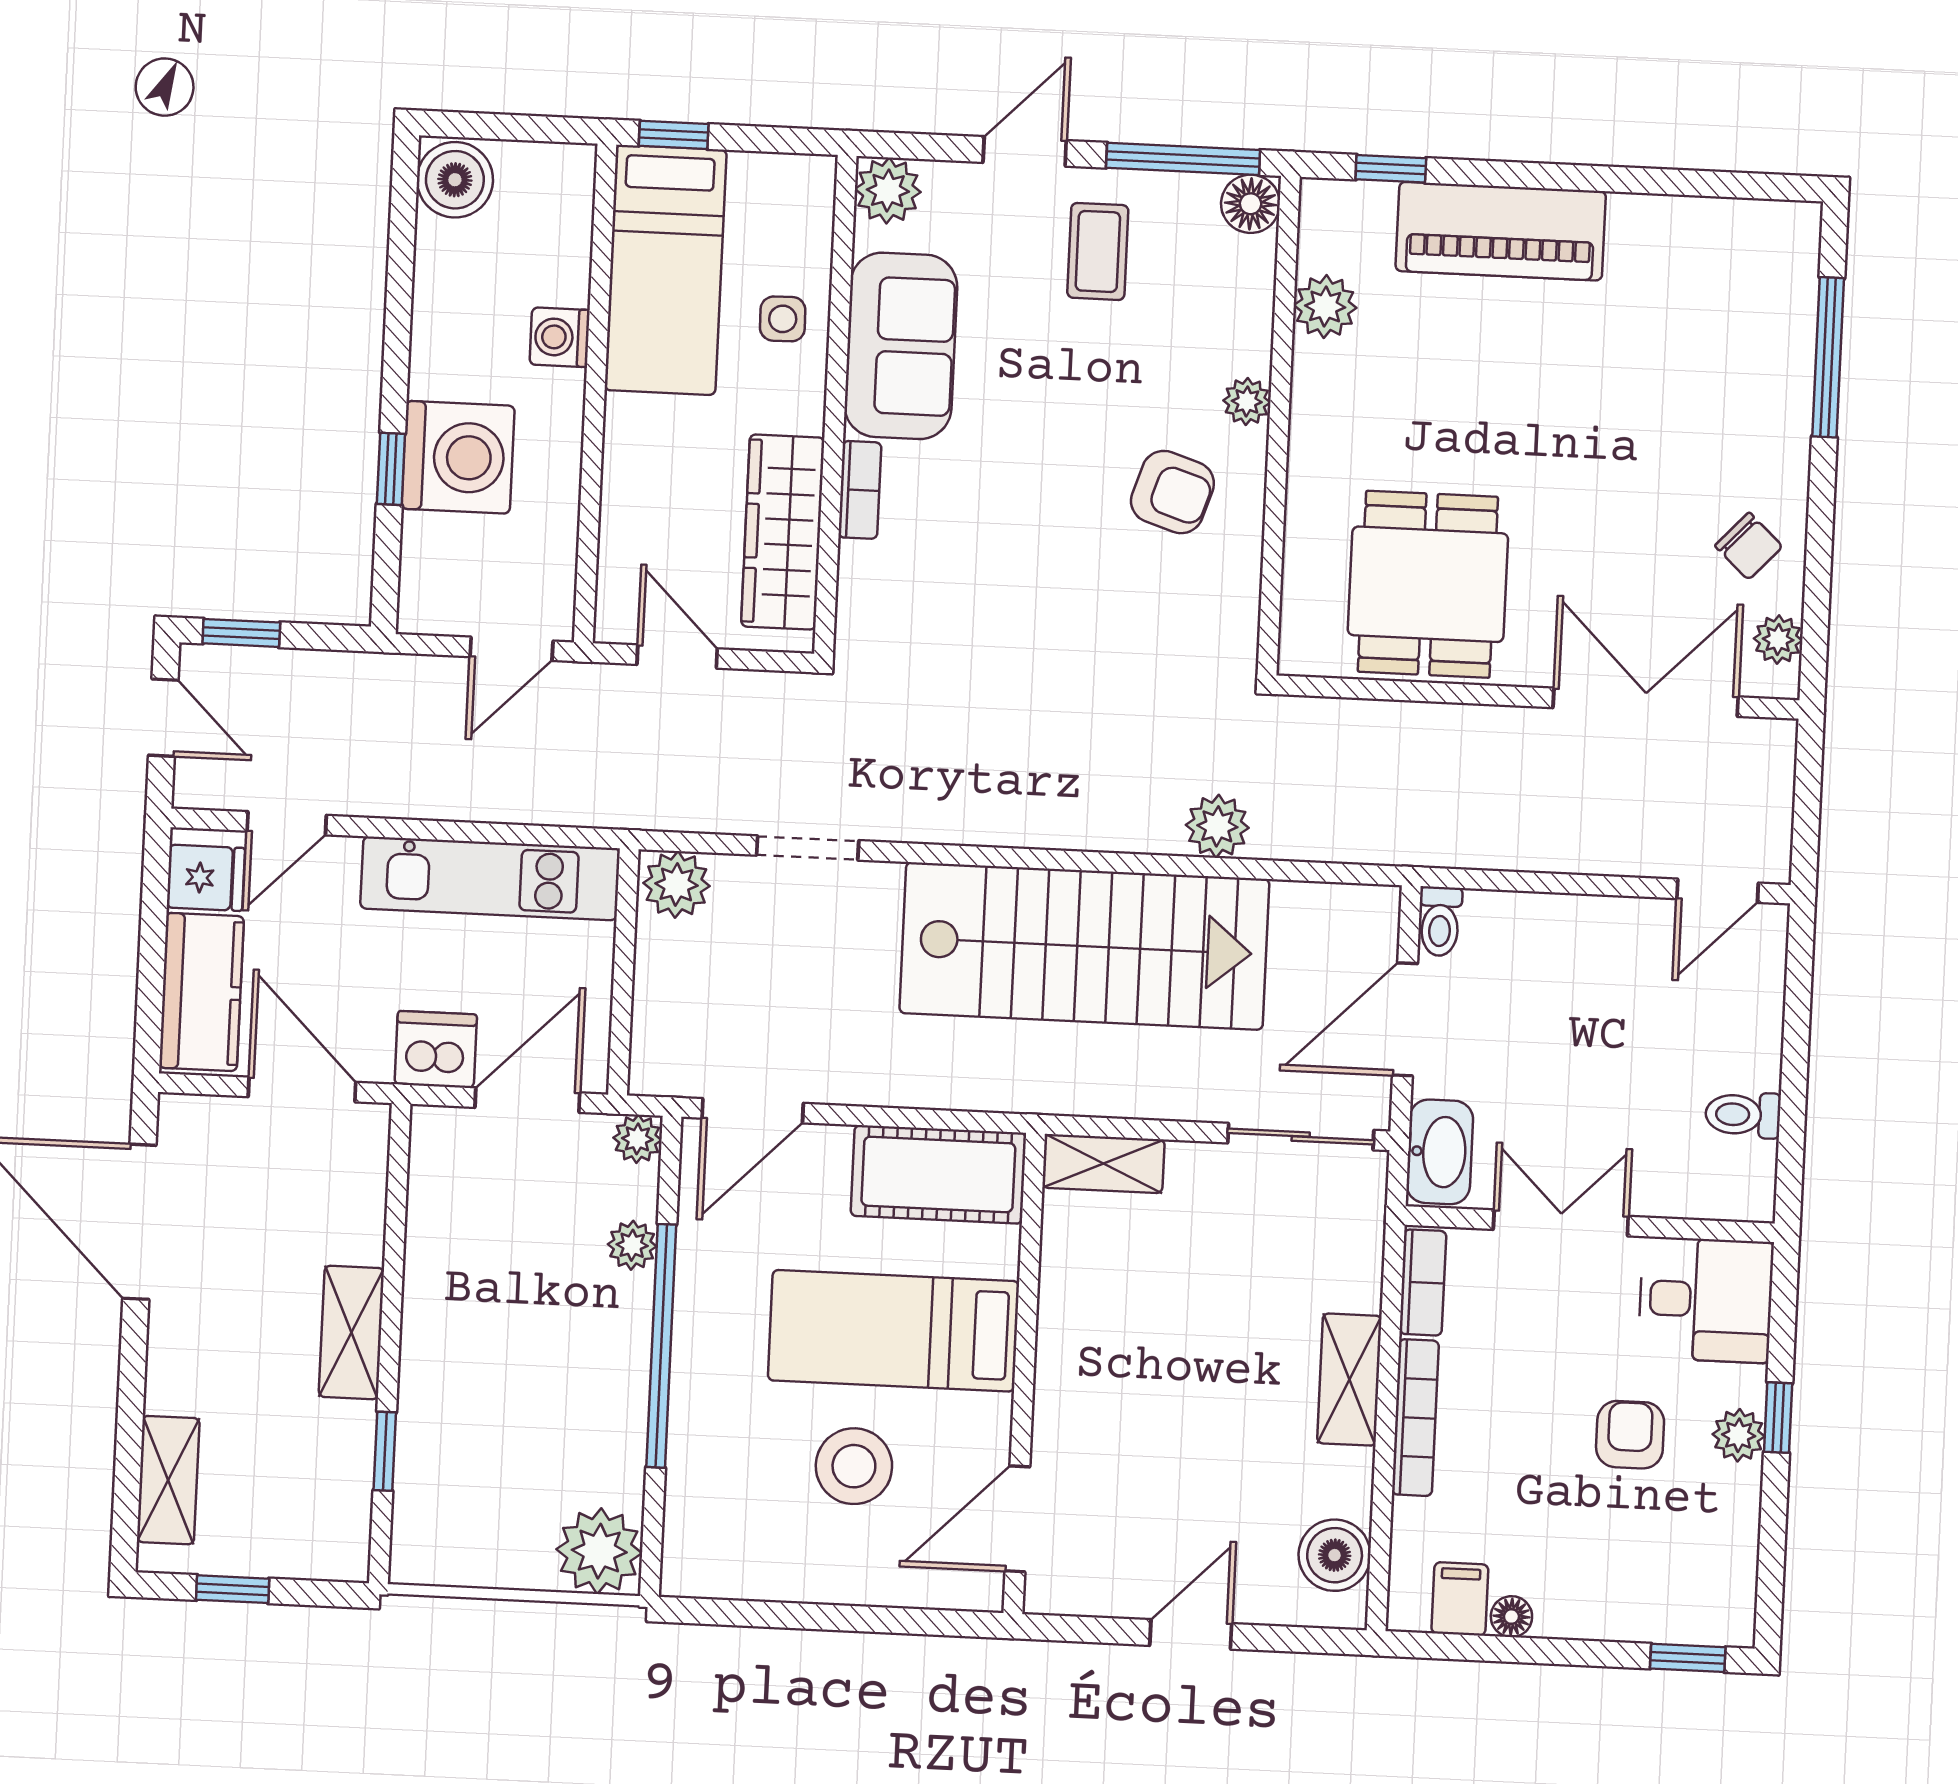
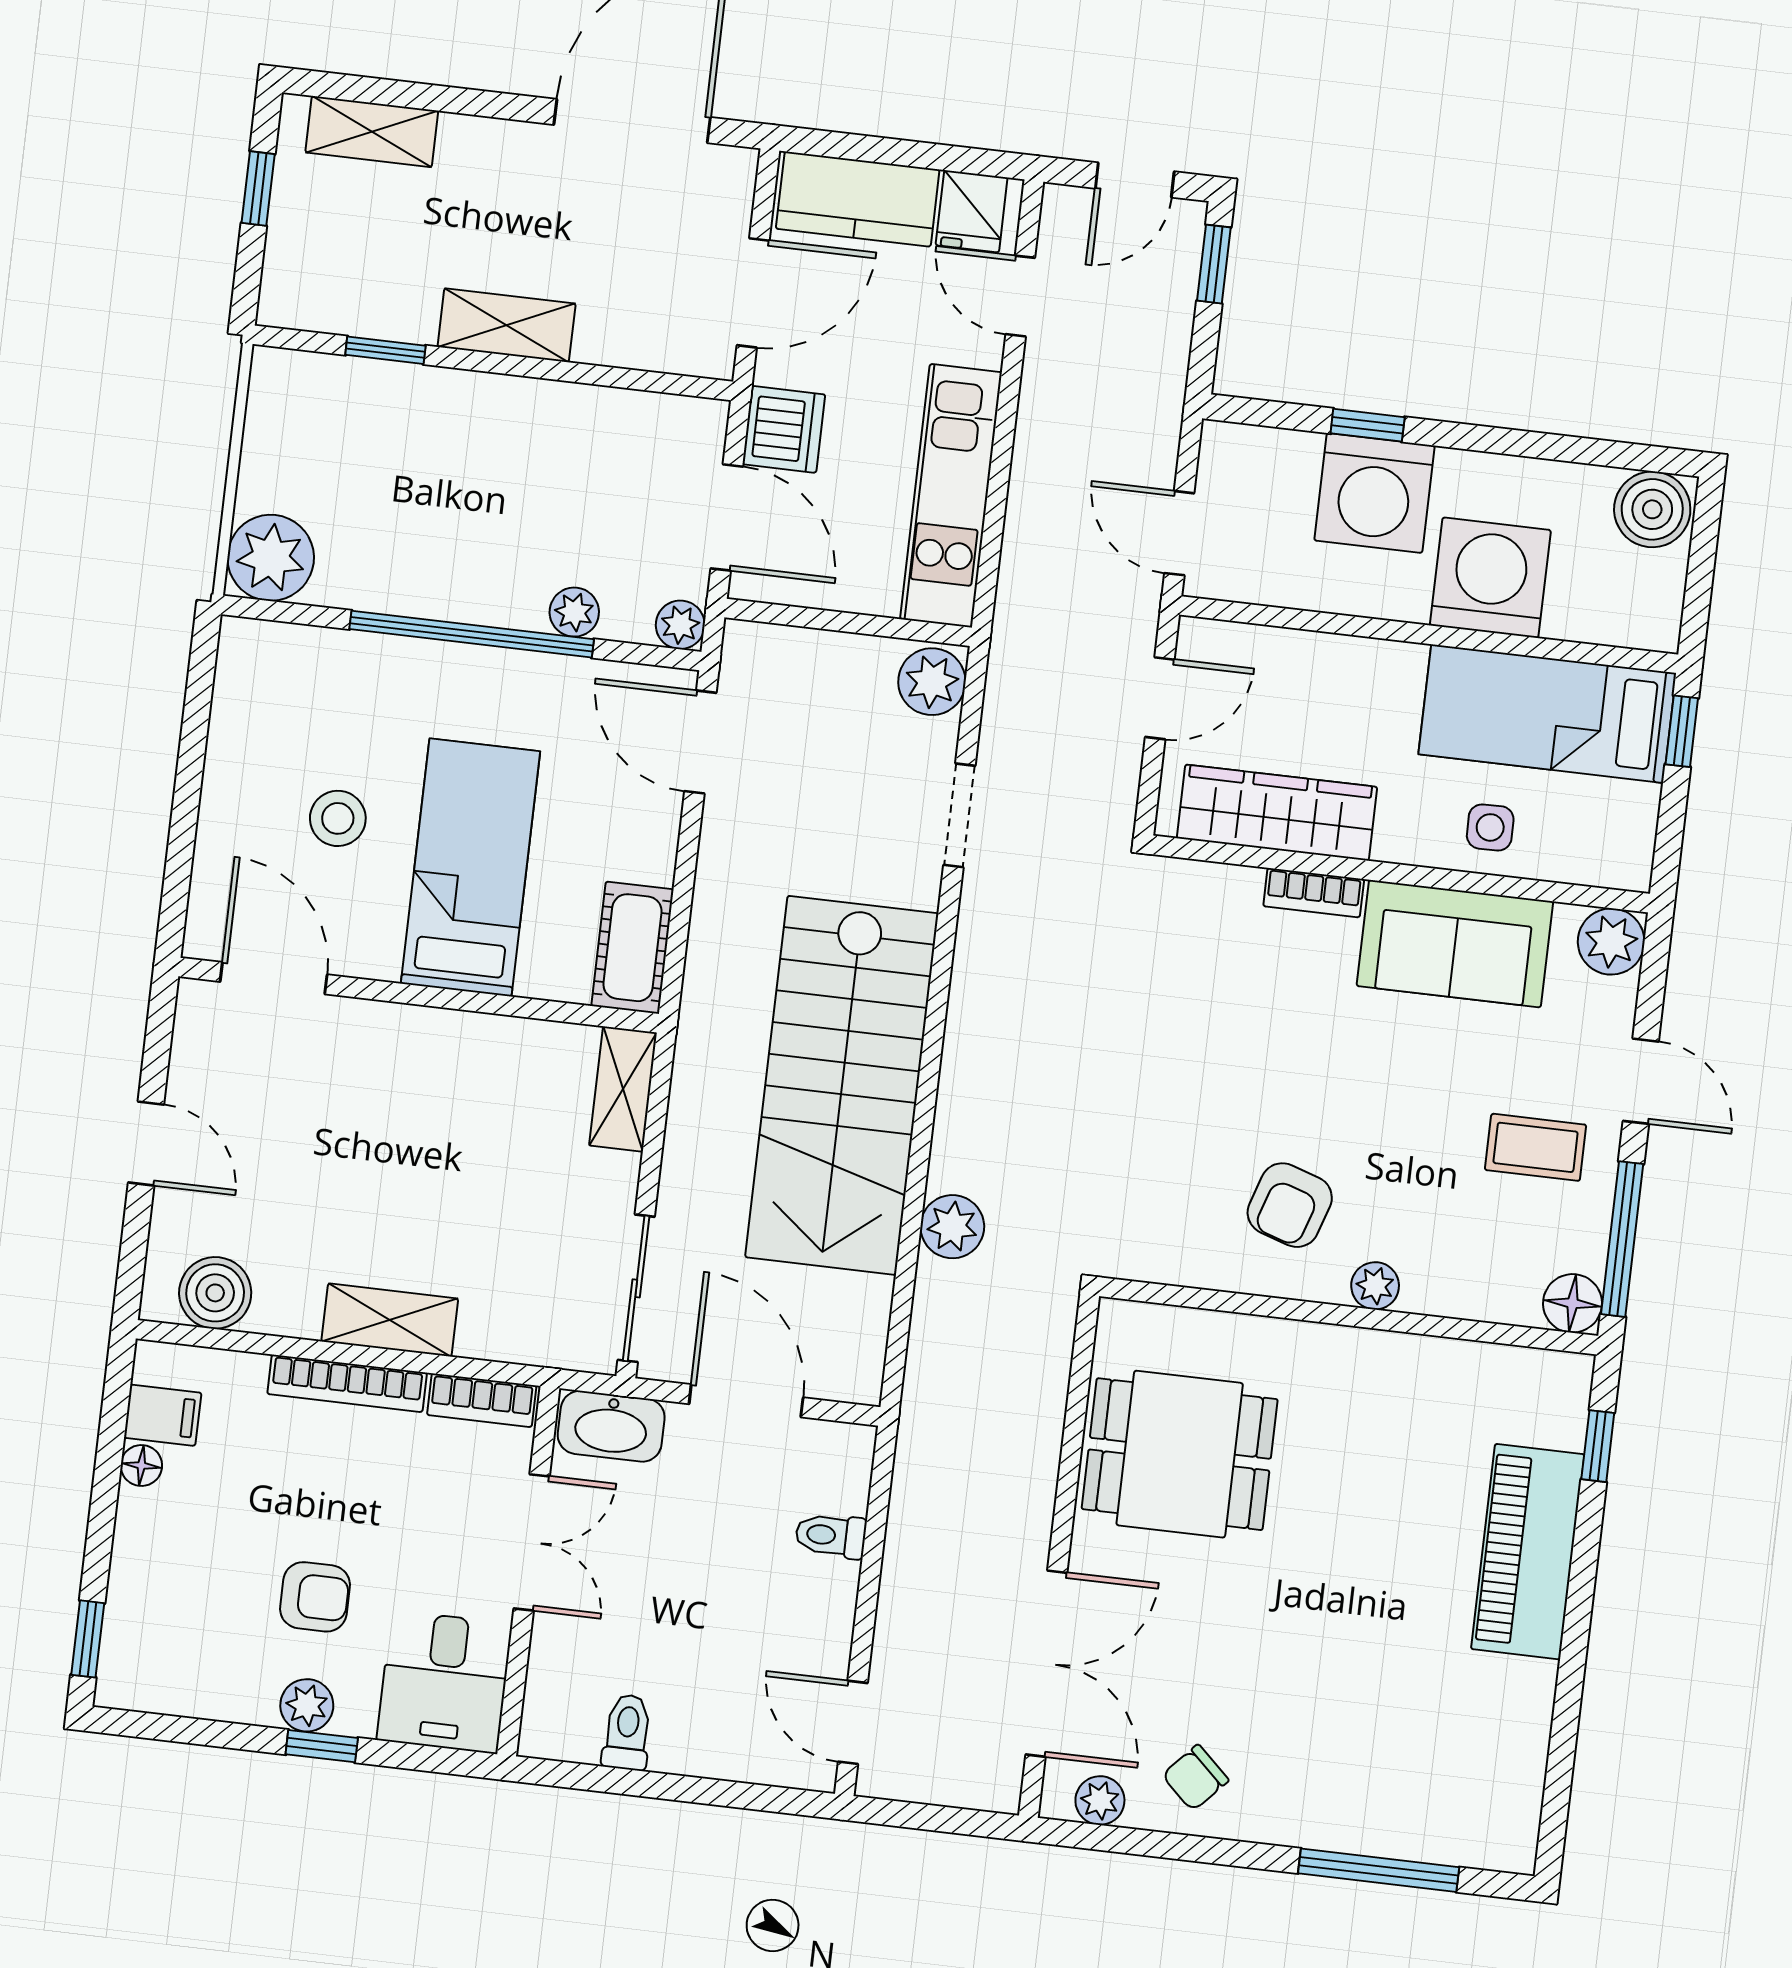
plant: (1325, 307) -> (1465, 1371), removed
washing machine: (560, 337) -> (1490, 578), width x1.89, depth x1.89
toilet: (1440, 921) -> (831, 1536), moved
cot: (938, 1174) -> (632, 948), width x0.73, depth x0.75
stool: (854, 1466) -> (338, 818), width x0.73, depth x0.73

